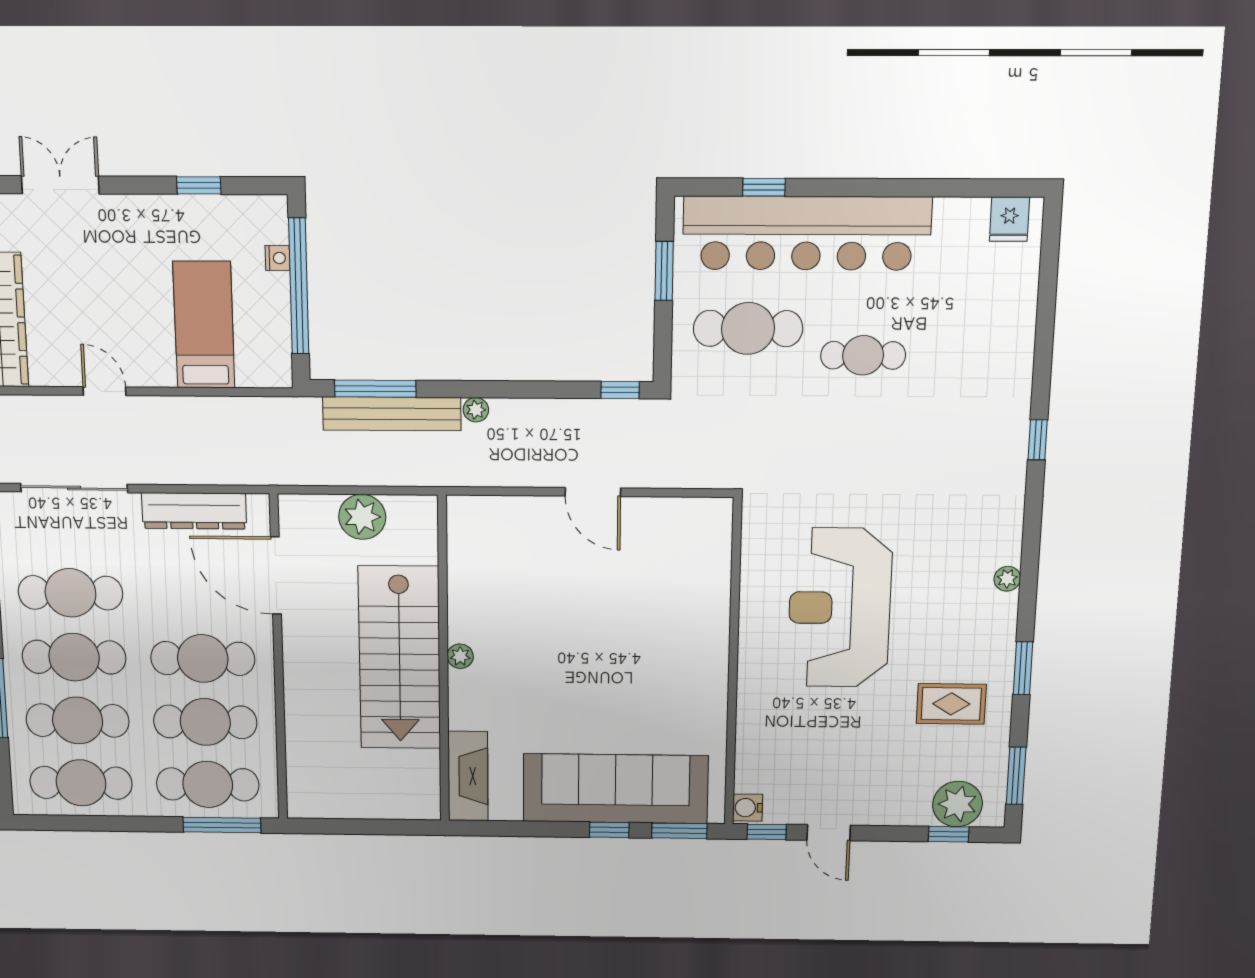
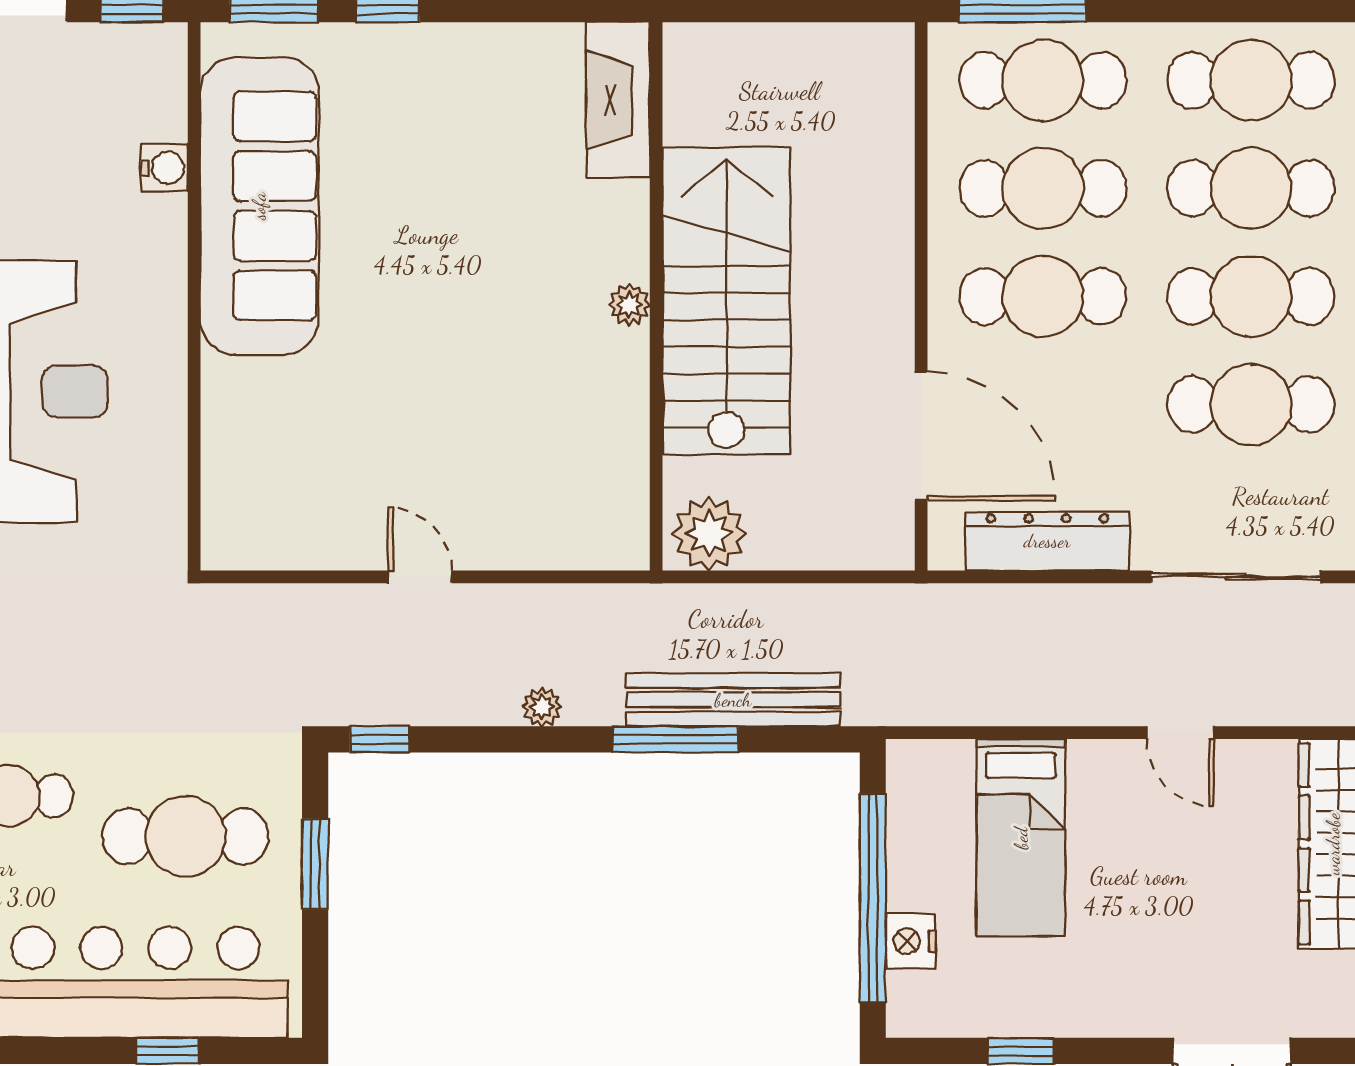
nightstand: (277, 258) -> (911, 941), width x1.39, depth x1.35
window: (664, 271) -> (315, 864), moved
window: (375, 389) -> (675, 739), moved
plant: (476, 410) -> (542, 707), moved
door: (593, 492) -> (420, 577), width x0.73
plant: (362, 517) -> (709, 534), moved
sofa: (615, 789) -> (259, 206), moved, turned -90
water cooler: (748, 808) -> (164, 168), moved

